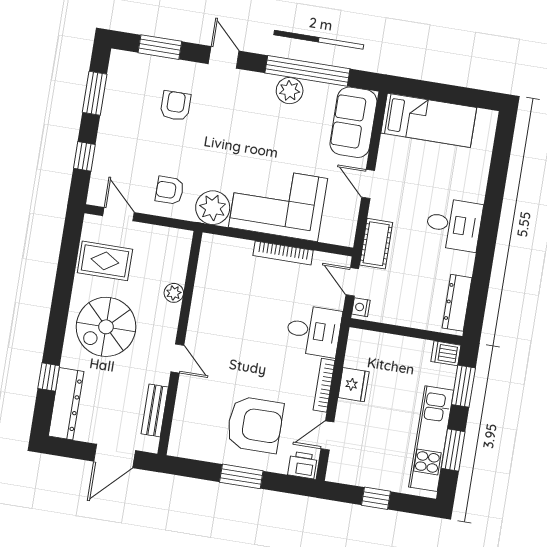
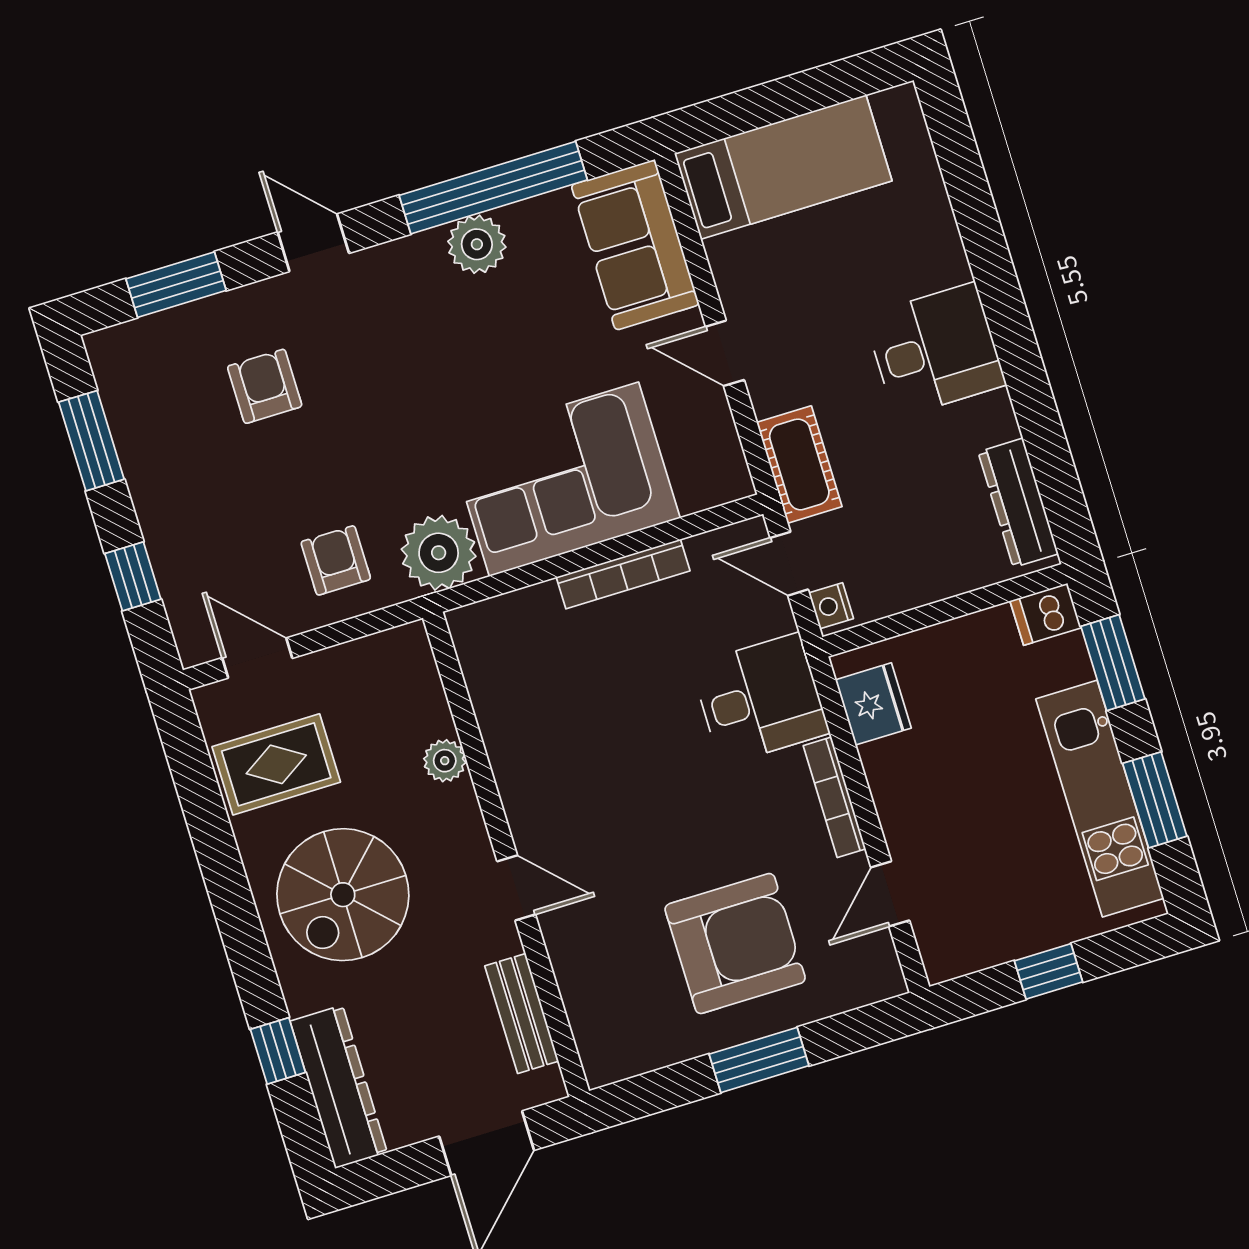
armchair: (170, 190) -> (336, 560), turned 90
fridge: (354, 385) -> (873, 704), moved
printer: (302, 465) -> (870, 977), removed

